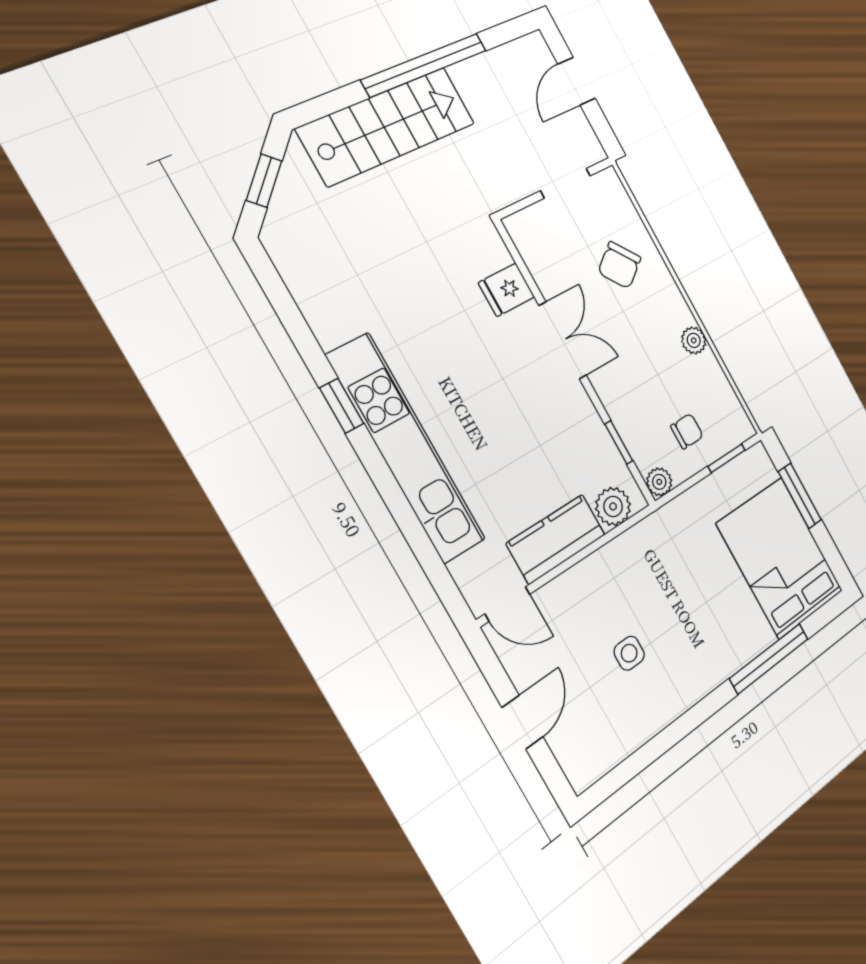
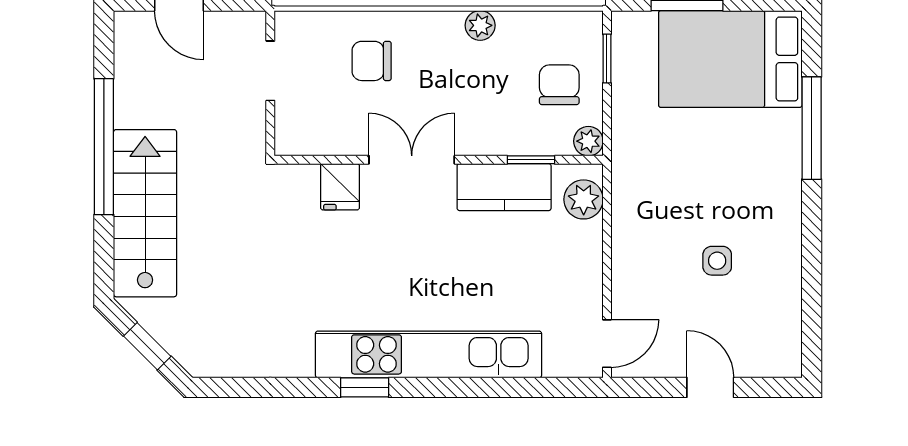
chair: (619, 265) -> (372, 61), turned 127
chair: (687, 431) -> (559, 85), width x1.37, depth x1.37
kitchen counter: (556, 539) -> (504, 187), moved, turned -90

